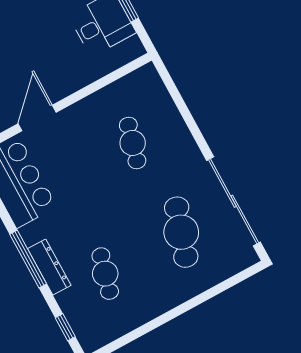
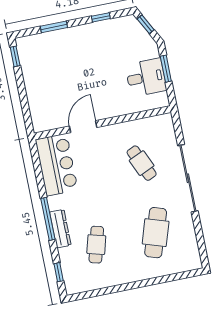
cafe table: (133, 143) -> (142, 163), turned -39
sliding door: (234, 201) -> (188, 178), moved

